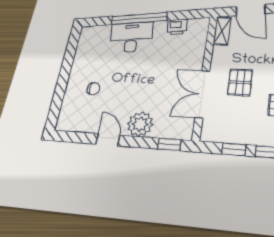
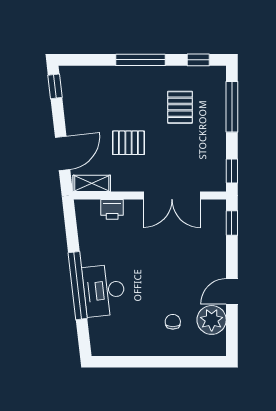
printer: (177, 27) -> (112, 209), moved, turned 97
pallet: (240, 82) -> (128, 143), moved
plant: (140, 124) -> (212, 320), moved
window: (234, 149) -> (232, 171), moved

